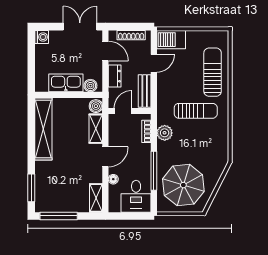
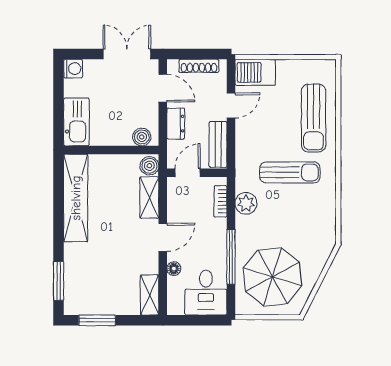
sun lounger: (213, 72) -> (314, 118), turned 180
kitchen sink: (66, 83) -> (76, 122), moved, turned 90
window: (59, 216) -> (97, 320), width x0.69

